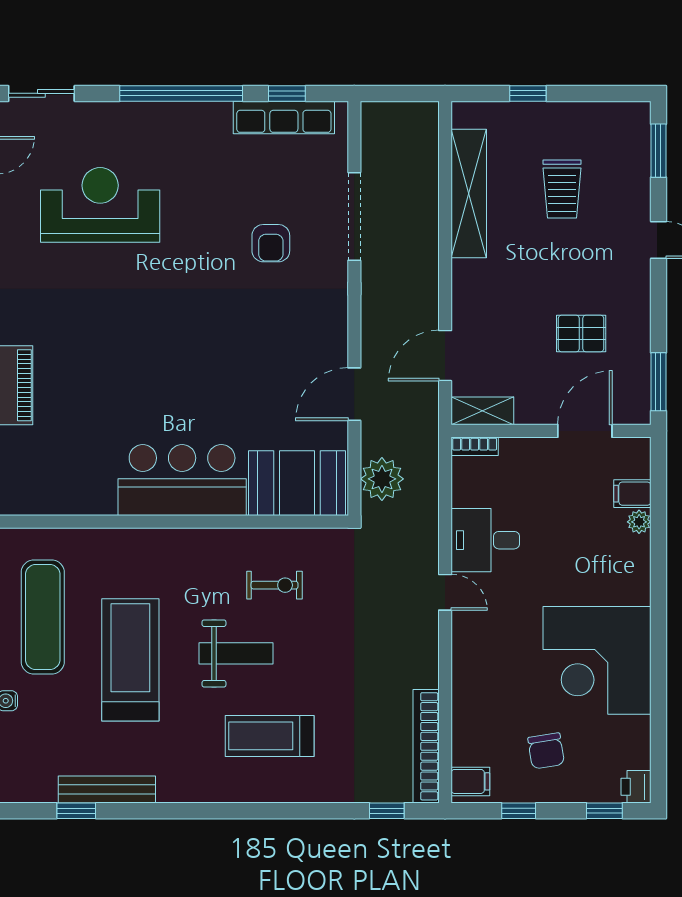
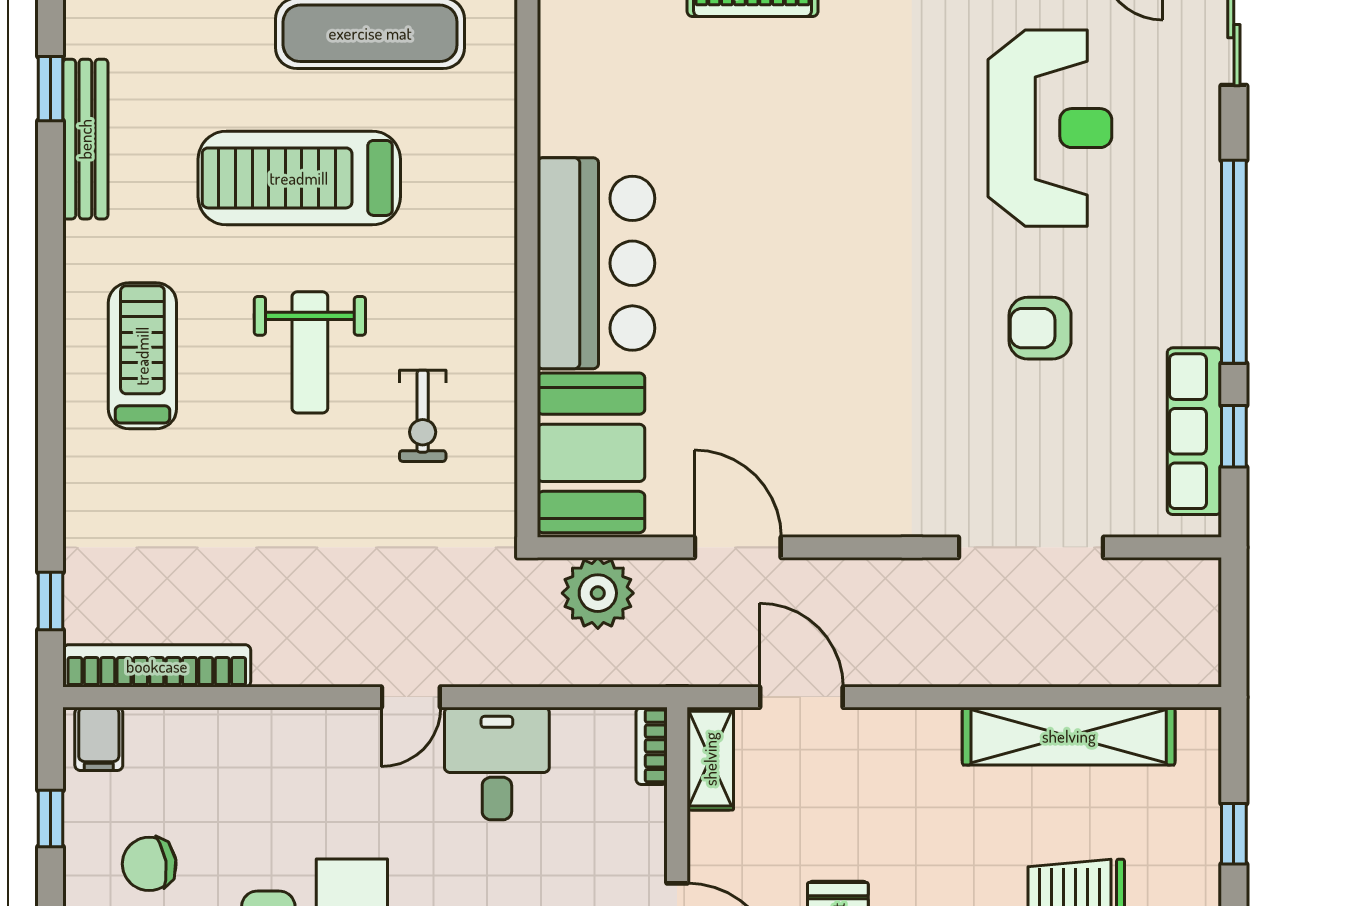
armchair: (271, 243) -> (1040, 328), moved
treadmill: (130, 660) -> (299, 178), turned 180
treadmill: (270, 736) -> (142, 356), moved

